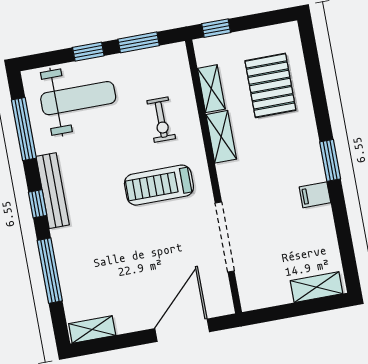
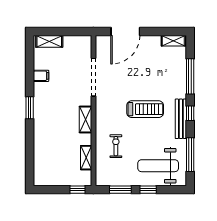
pallet: (270, 85) -> (54, 154), removed
shelving: (221, 137) -> (85, 119), moved
treadmill: (159, 185) -> (145, 109), moved
filing cabinet: (315, 195) -> (41, 76), moved

